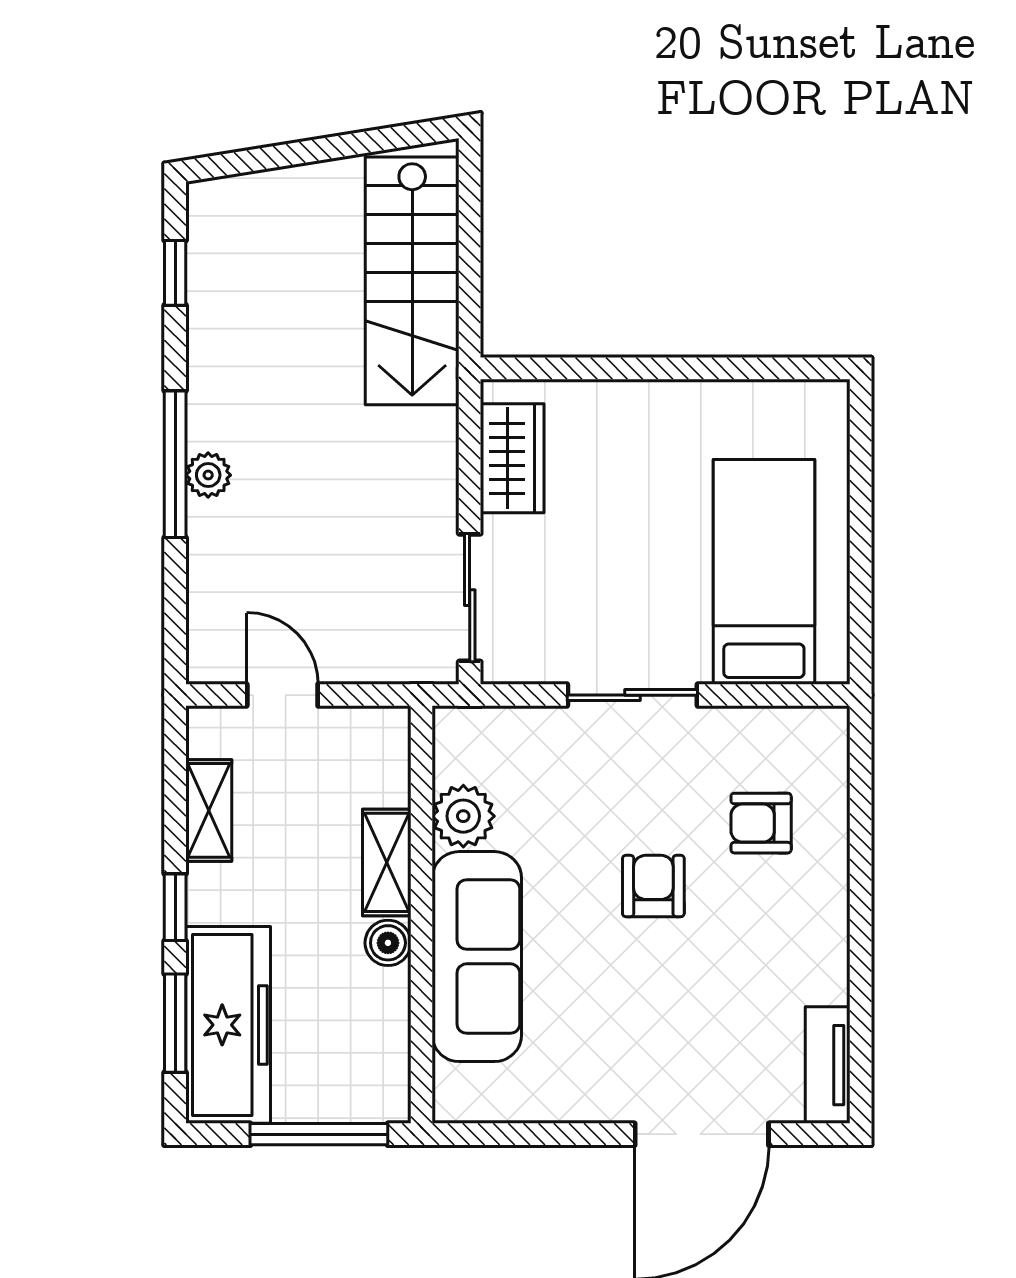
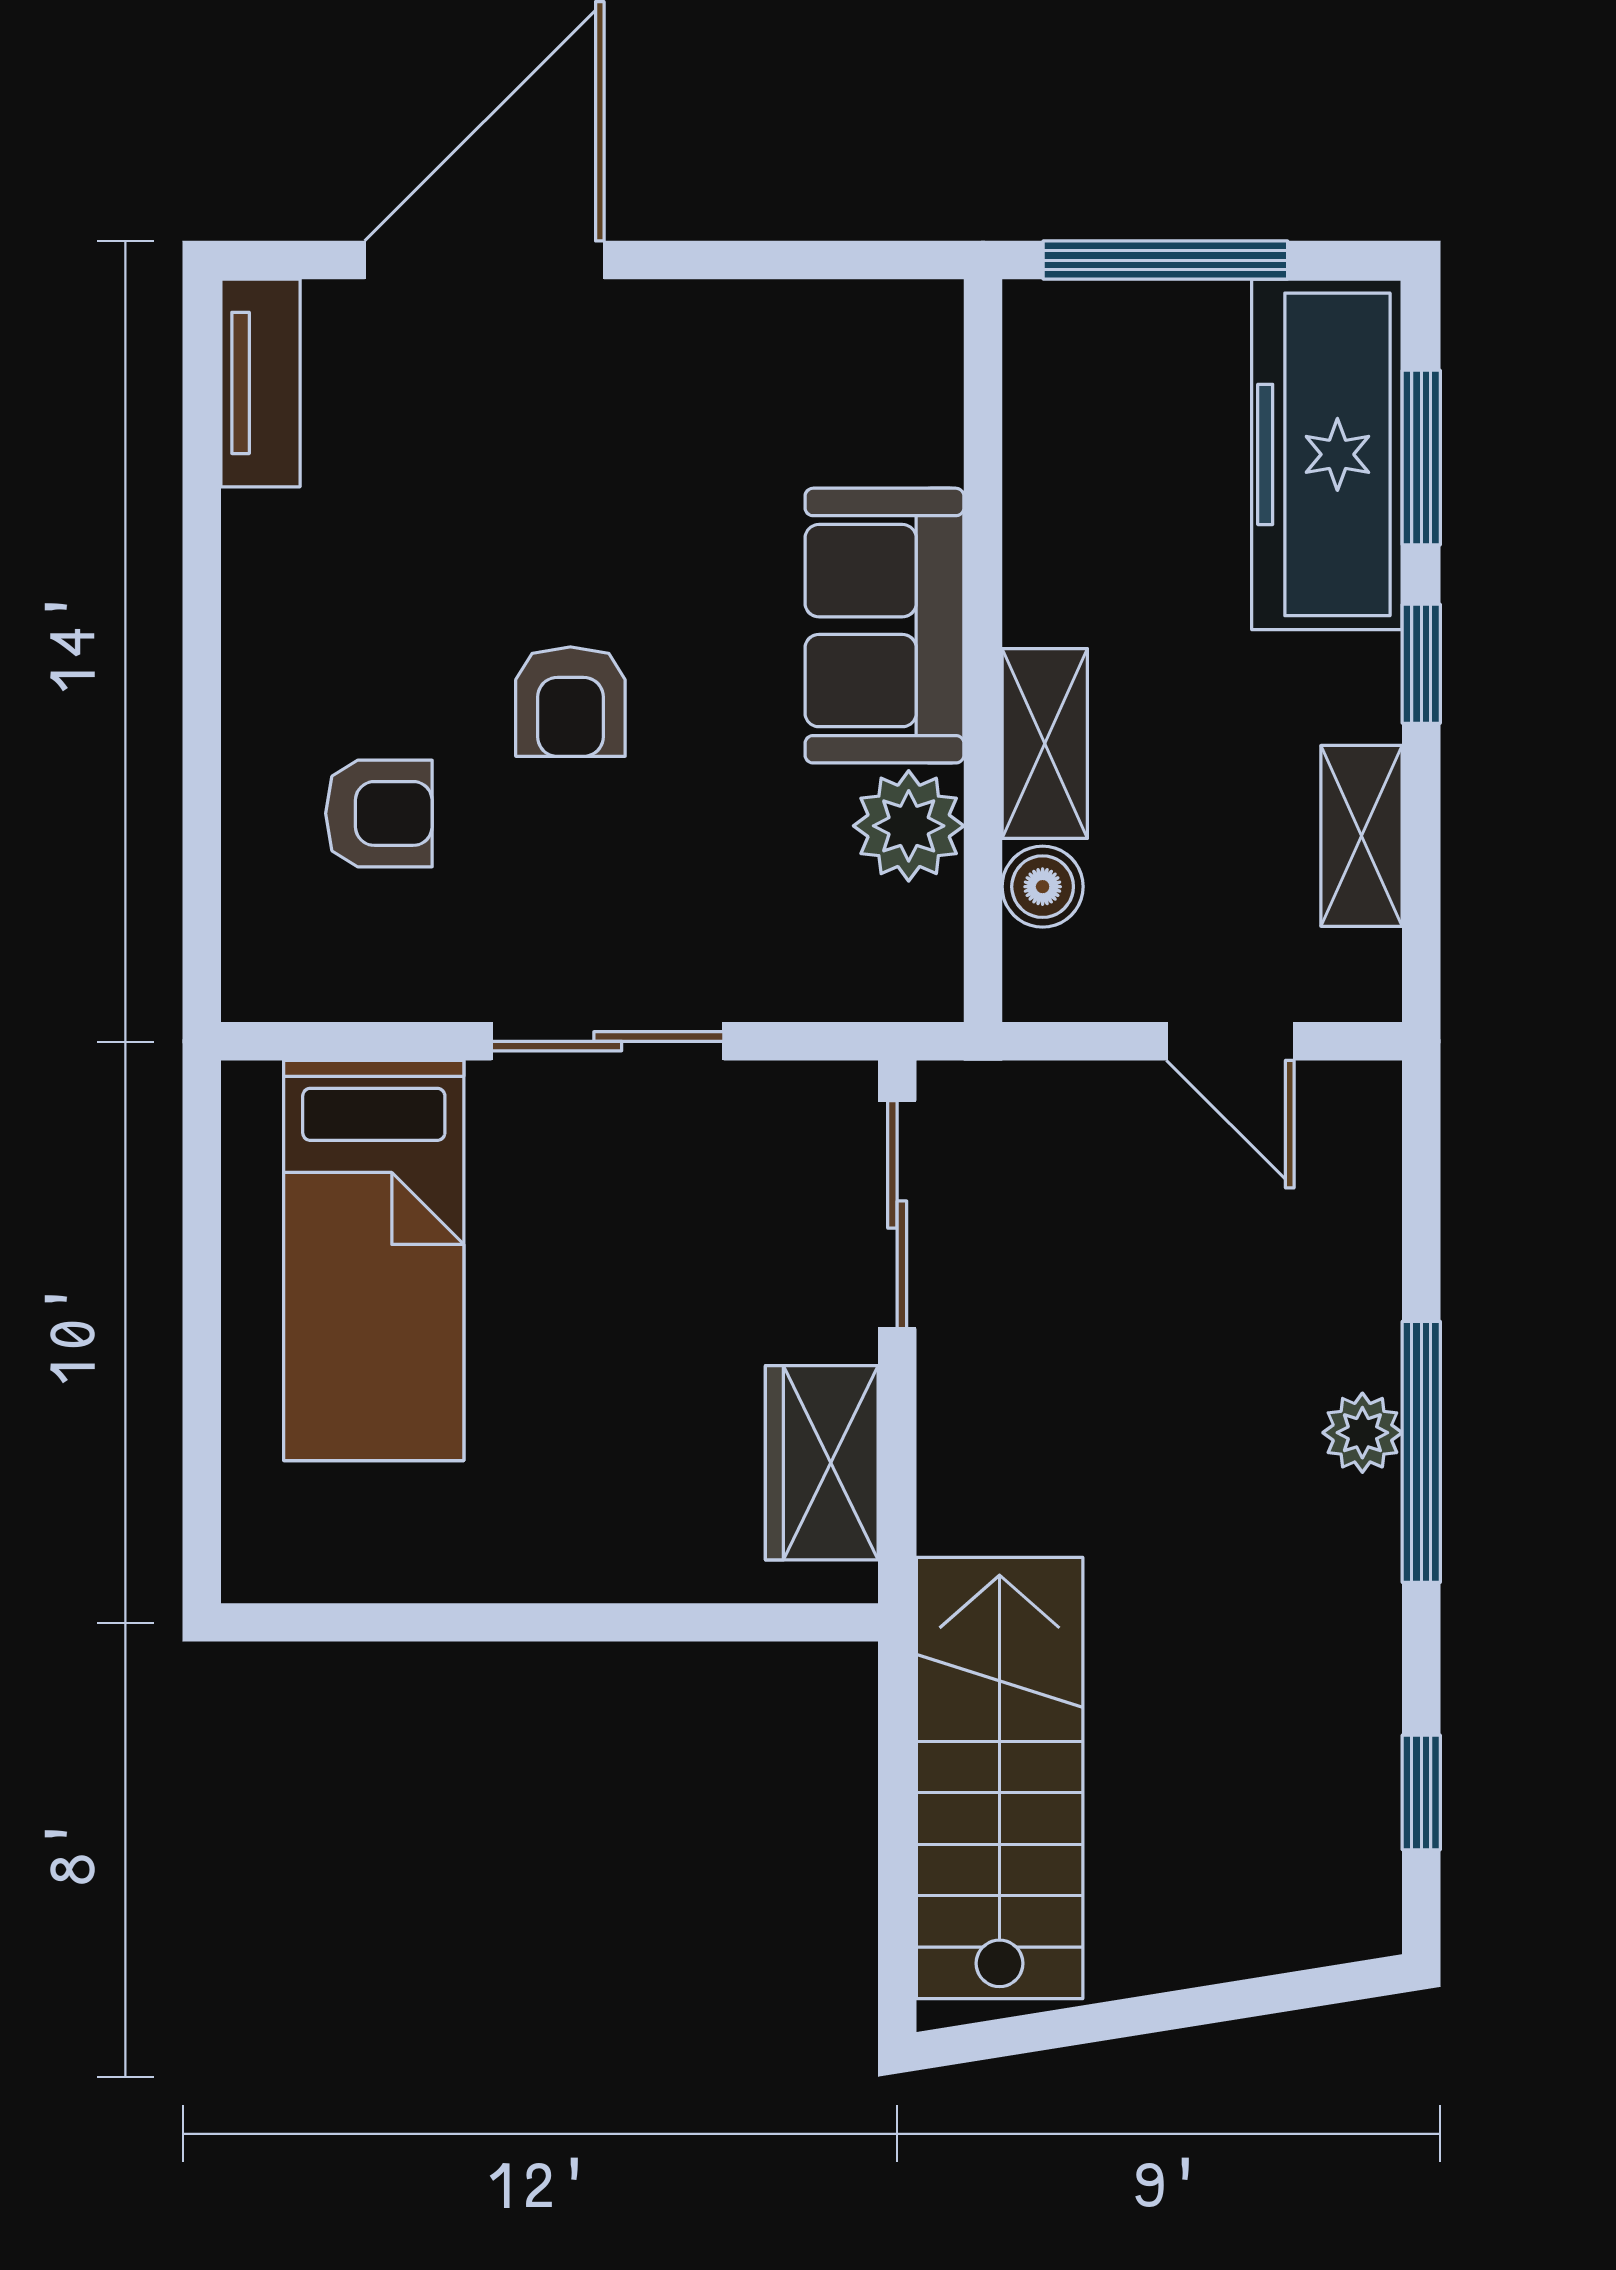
boiler: (388, 943) -> (1043, 887), moved
sofa: (477, 957) -> (884, 626), width x0.73

